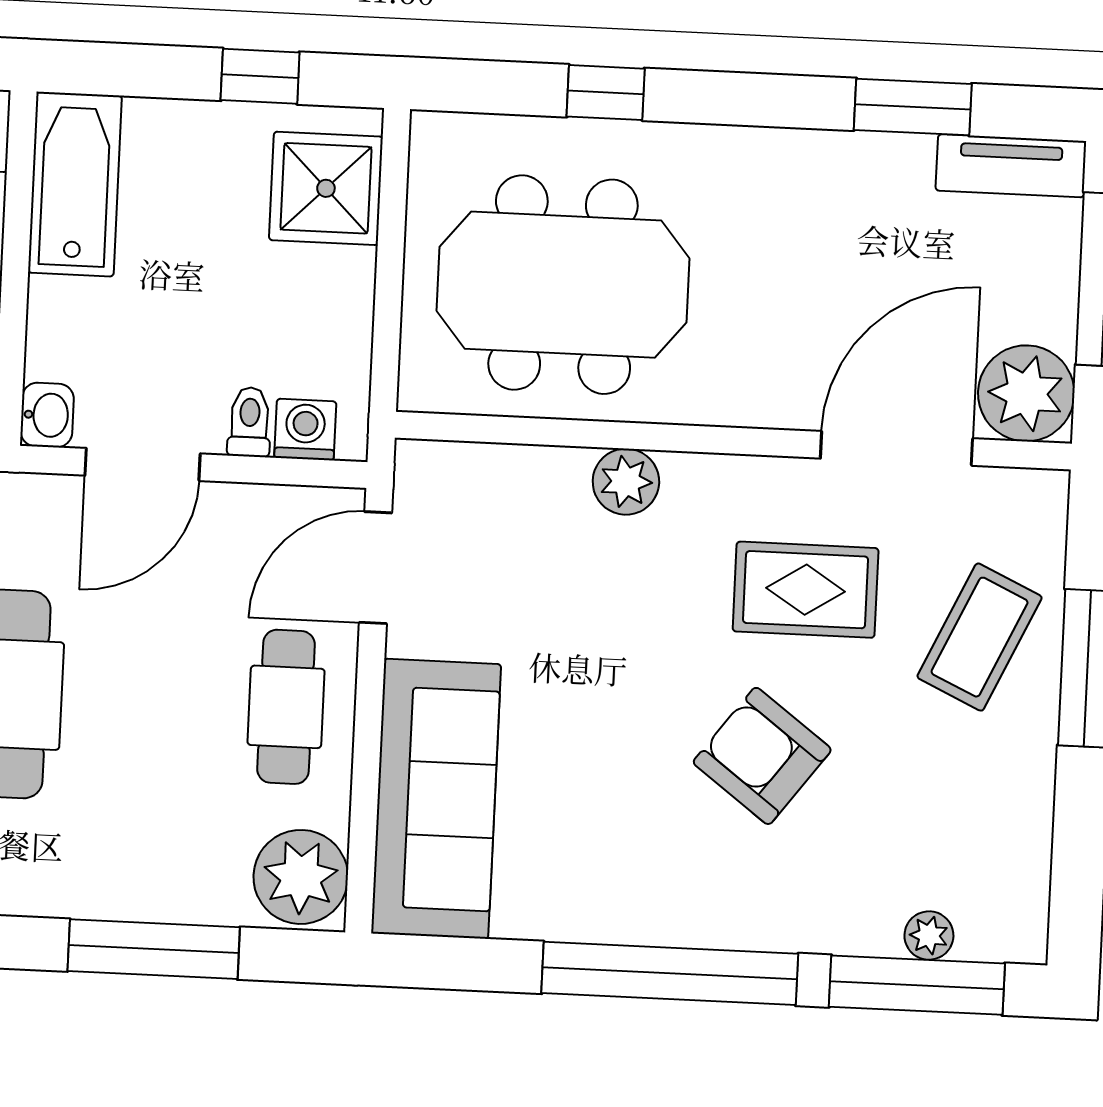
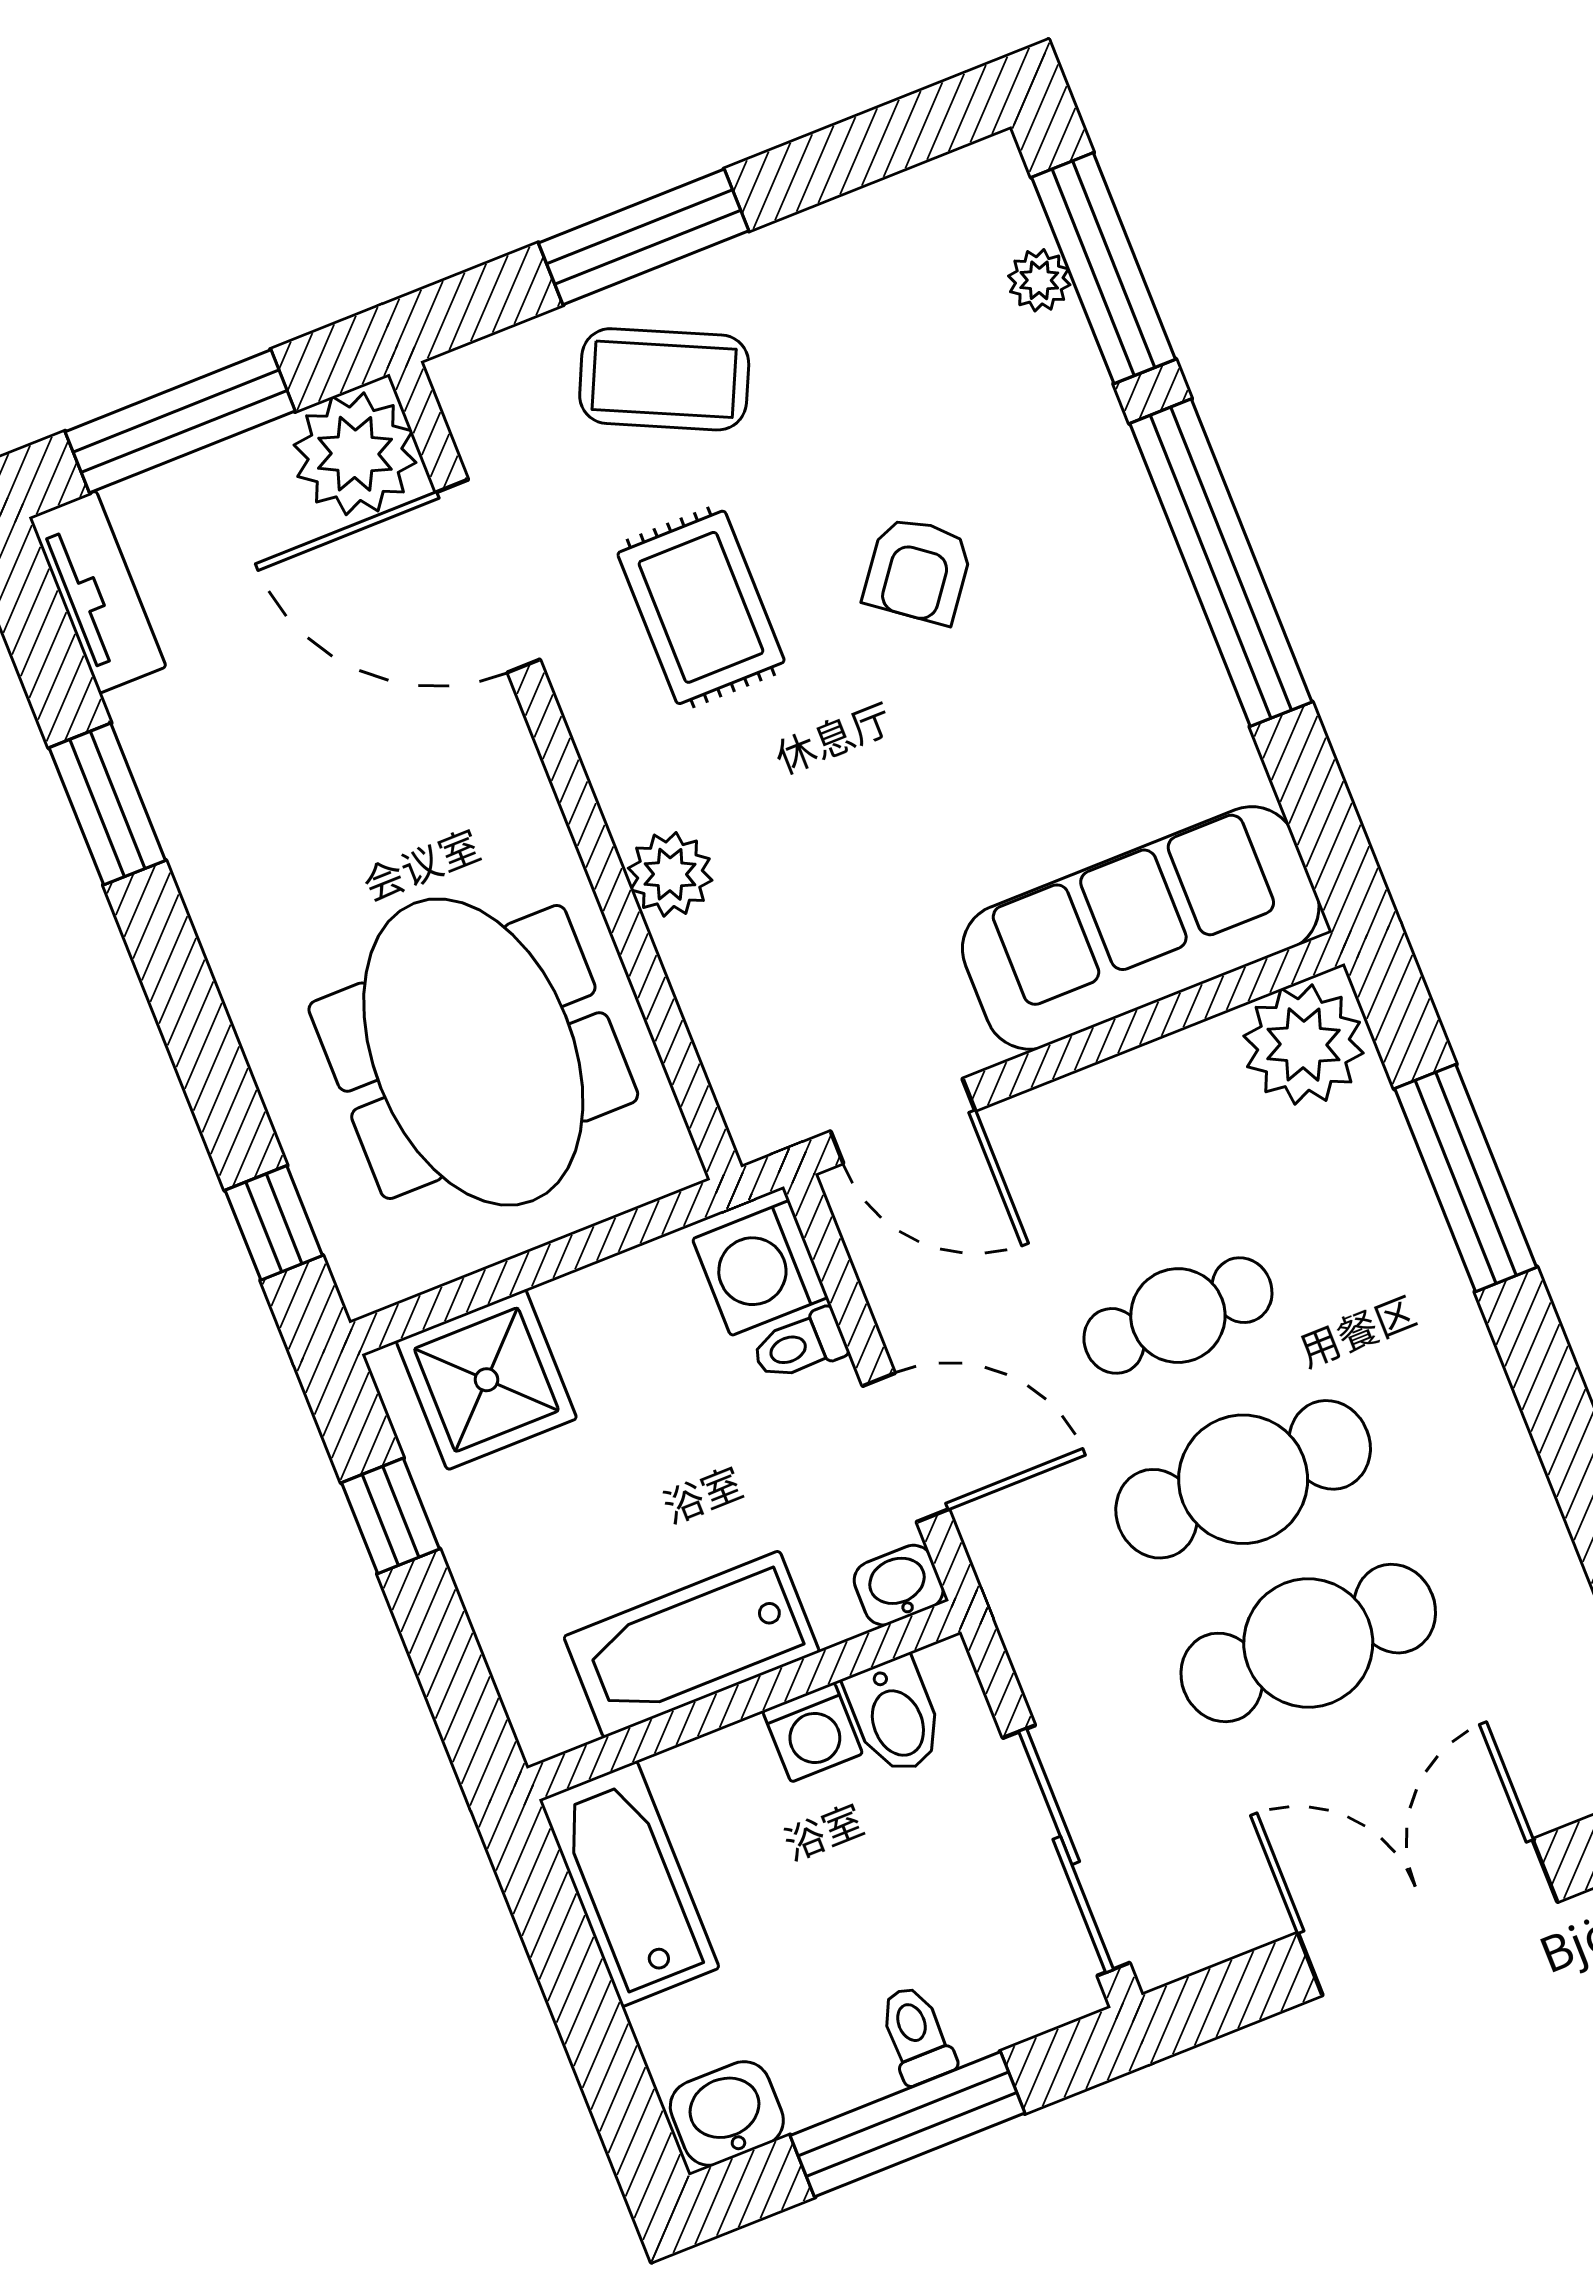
window: (606, 93) -> (274, 1223), moved
window: (913, 107) -> (107, 804), moved
bathtub: (75, 184) -> (692, 1644), moved
washing machine: (305, 430) -> (760, 1268), width x1.38, depth x1.38
cafe table: (286, 707) -> (1178, 1316), moved
armchair: (762, 756) -> (918, 570), width x0.72, depth x0.72

